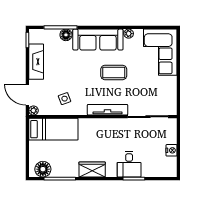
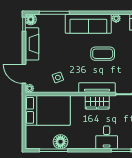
floor lamp: (66, 35) -> (31, 19), moved
bed: (53, 129) -> (48, 110), width x1.50
desk: (129, 164) -> (107, 137), moved
floor lamp: (43, 169) -> (60, 142), moved
wardrobe: (92, 169) -> (97, 102), moved, turned 180

